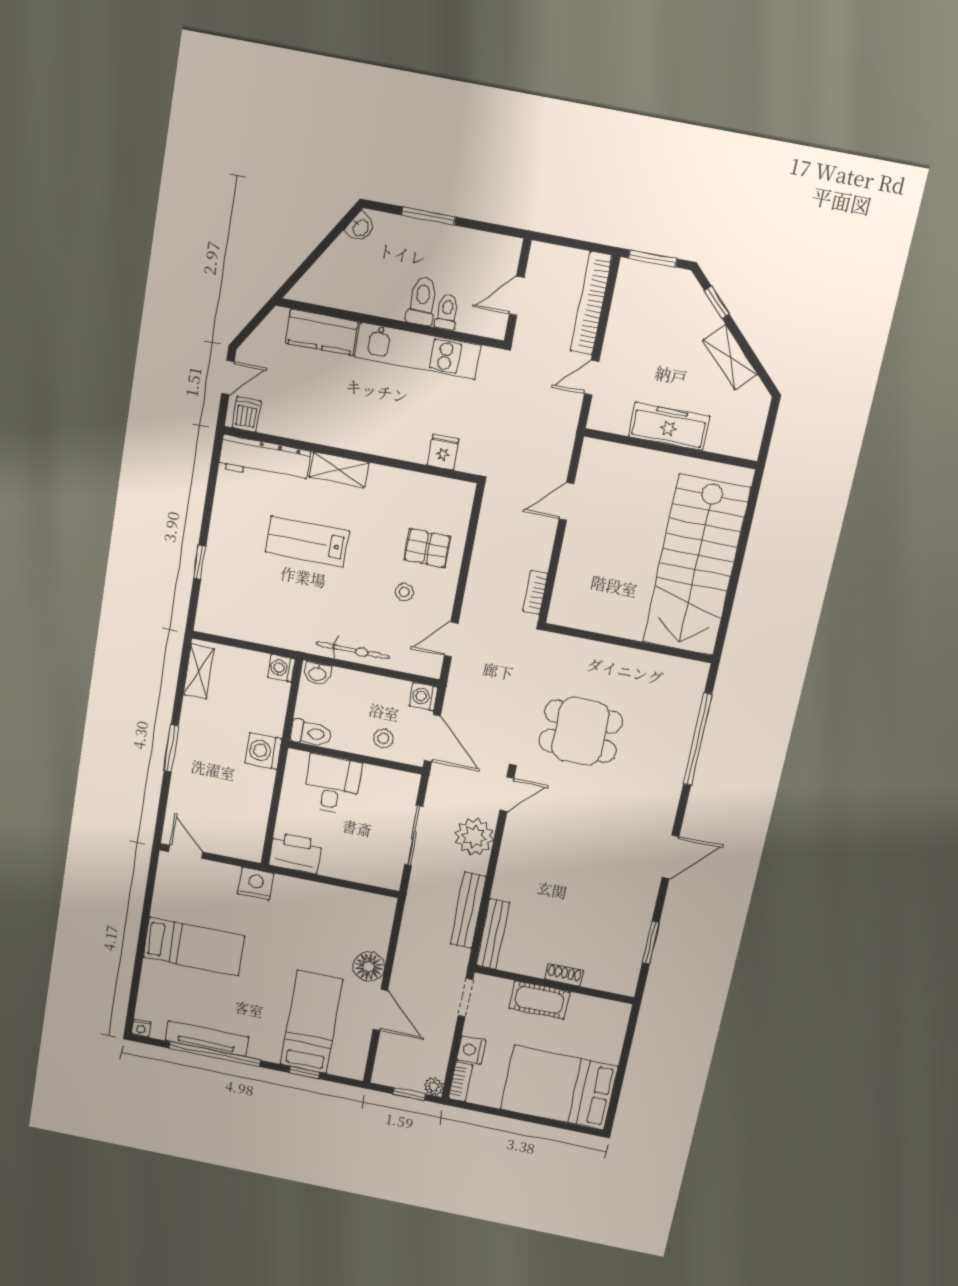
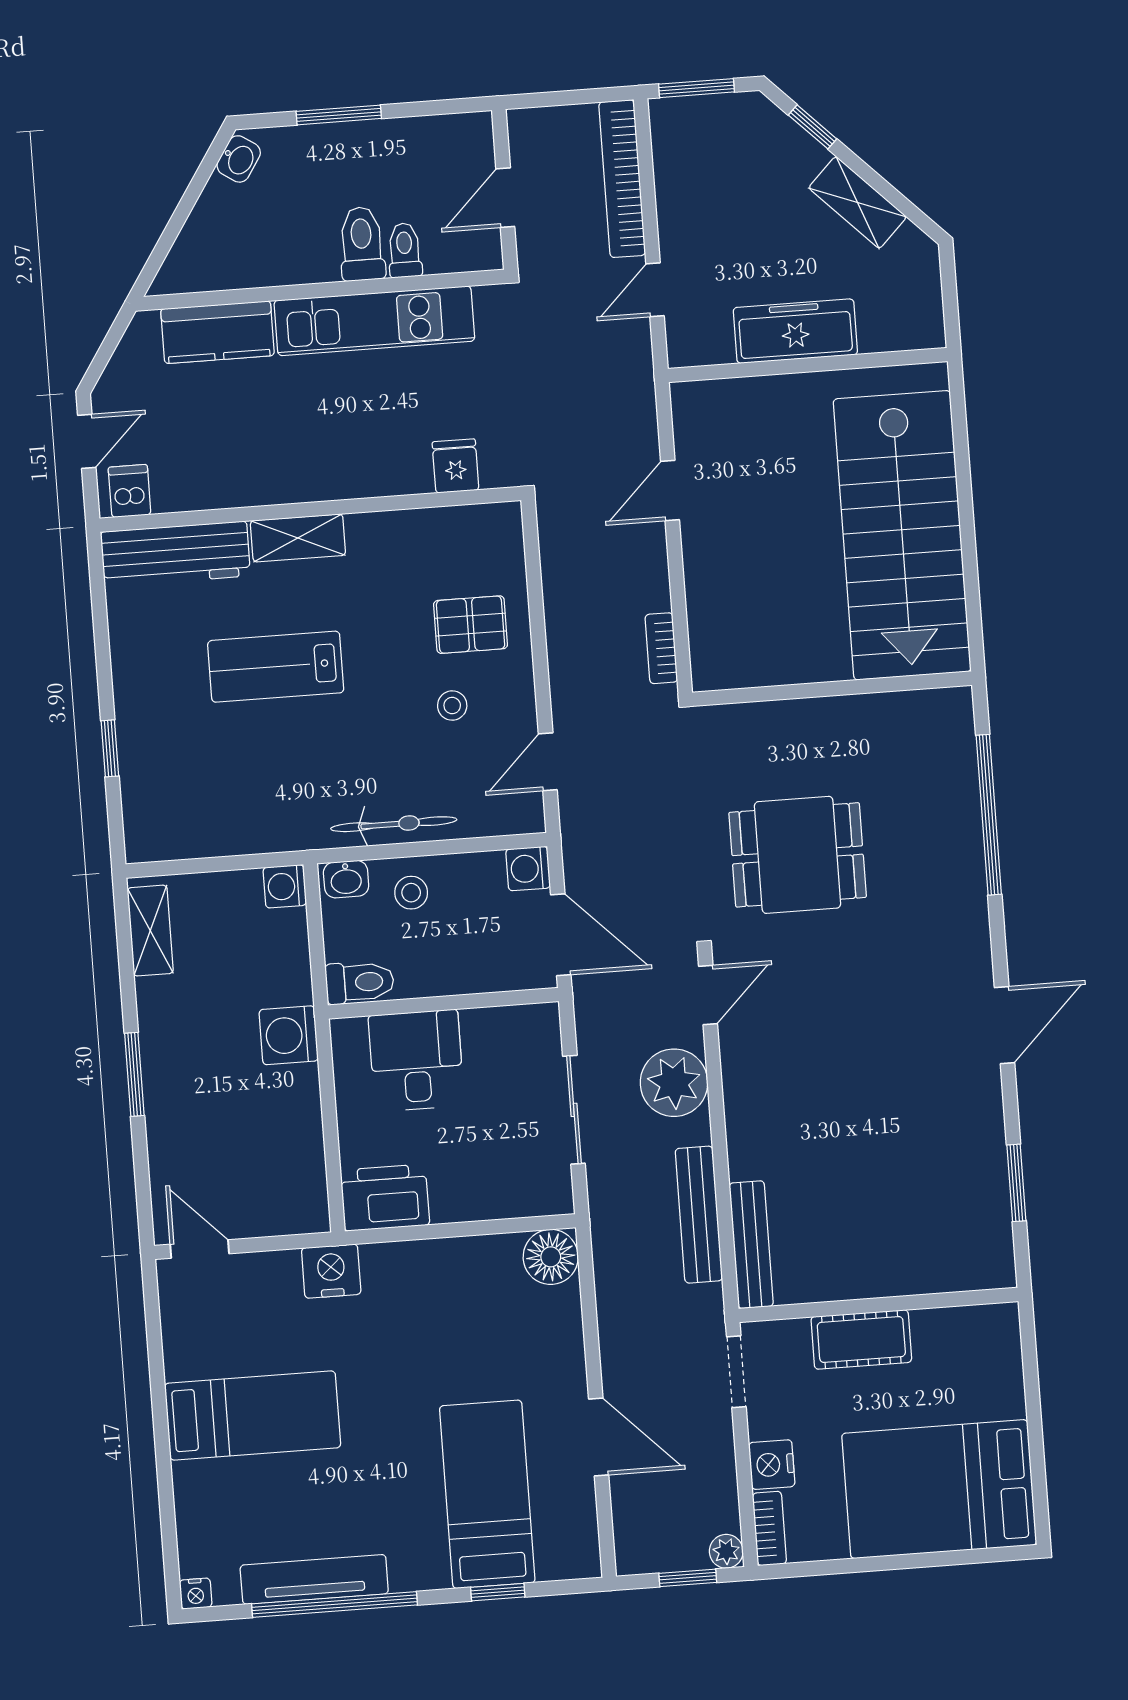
stool: (383, 738) -> (411, 893), moved
floor lamp: (369, 967) -> (551, 1257), moved
shoe rack: (564, 975) -> (890, 1282), removed

